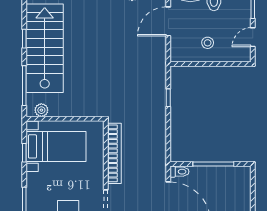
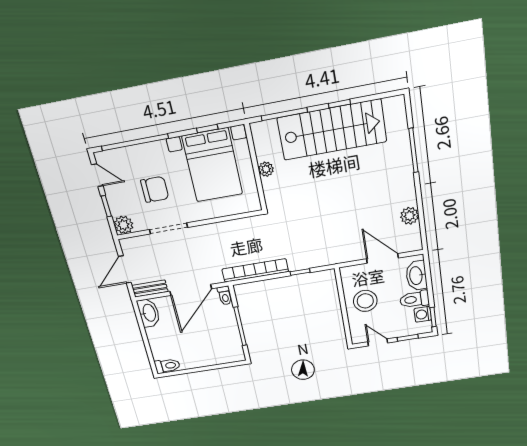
stool: (208, 43) -> (365, 301), width x1.89, depth x1.89
plant: (41, 110) -> (266, 169), moved
bed with nightstands: (56, 146) -> (212, 165), width x1.36
bookcase: (114, 153) -> (255, 270), moved, turned 180

